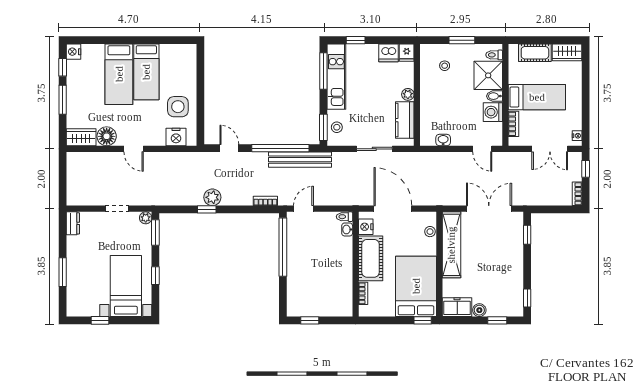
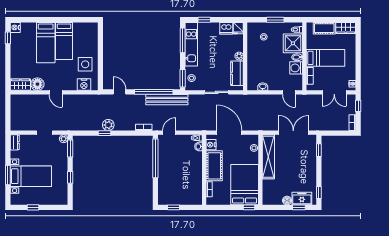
window: (63, 100) -> (8, 60), removed
bed with nightstands: (126, 286) -> (31, 176), moved, turned 90
freezer: (457, 307) -> (302, 199), moved

